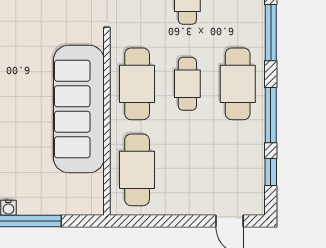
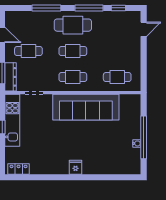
cafe table: (137, 84) -> (73, 77), width x0.73, depth x0.74
cafe table: (137, 170) -> (117, 77), width x0.73, depth x0.74

